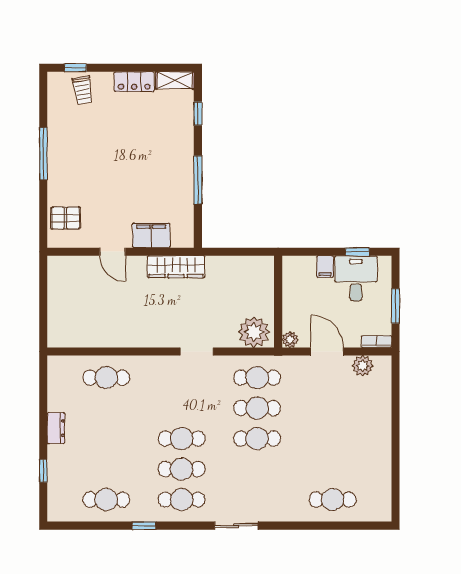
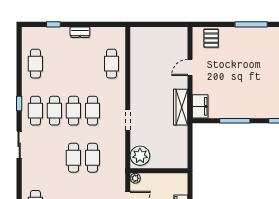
filing cabinet: (151, 235) -> (200, 106), moved
cafe table: (257, 378) -> (92, 111), moved
window: (144, 526) -> (19, 104), moved

